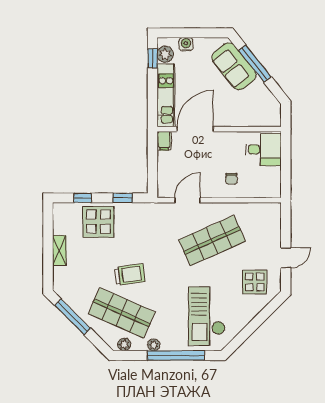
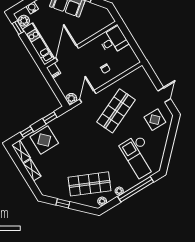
plant: (165, 190) -> (71, 99), added
shelving: (60, 218) -> (21, 152), added
trolley: (130, 275) -> (81, 159), removed
window: (73, 317) -> (63, 203), width x0.46

